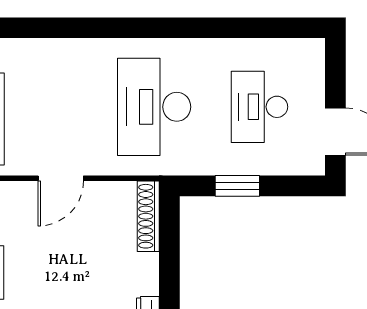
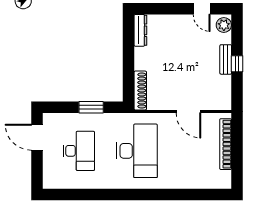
door: (61, 178) -> (189, 111), swing flipped

